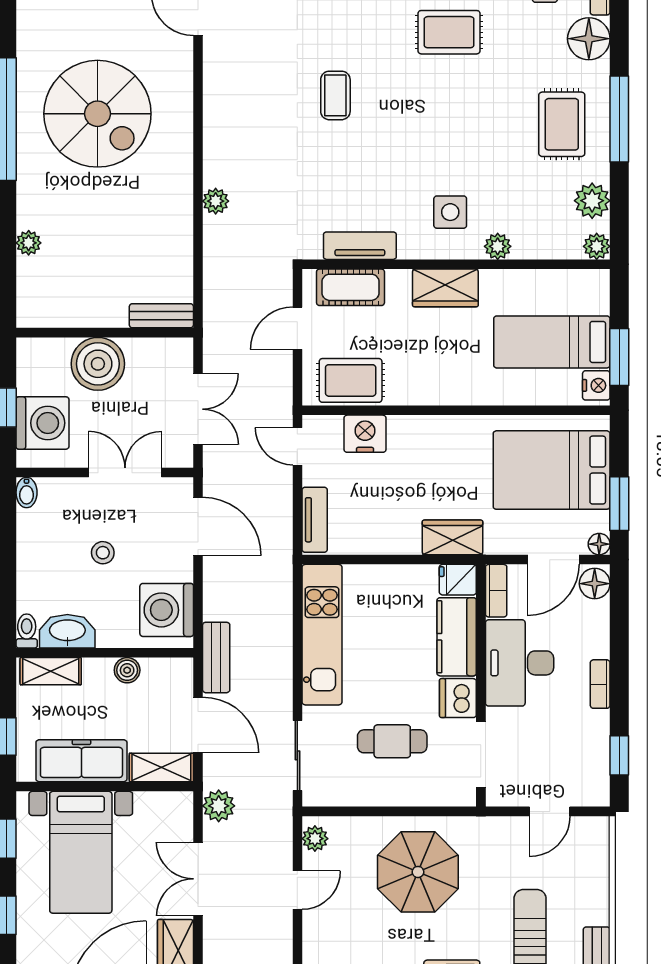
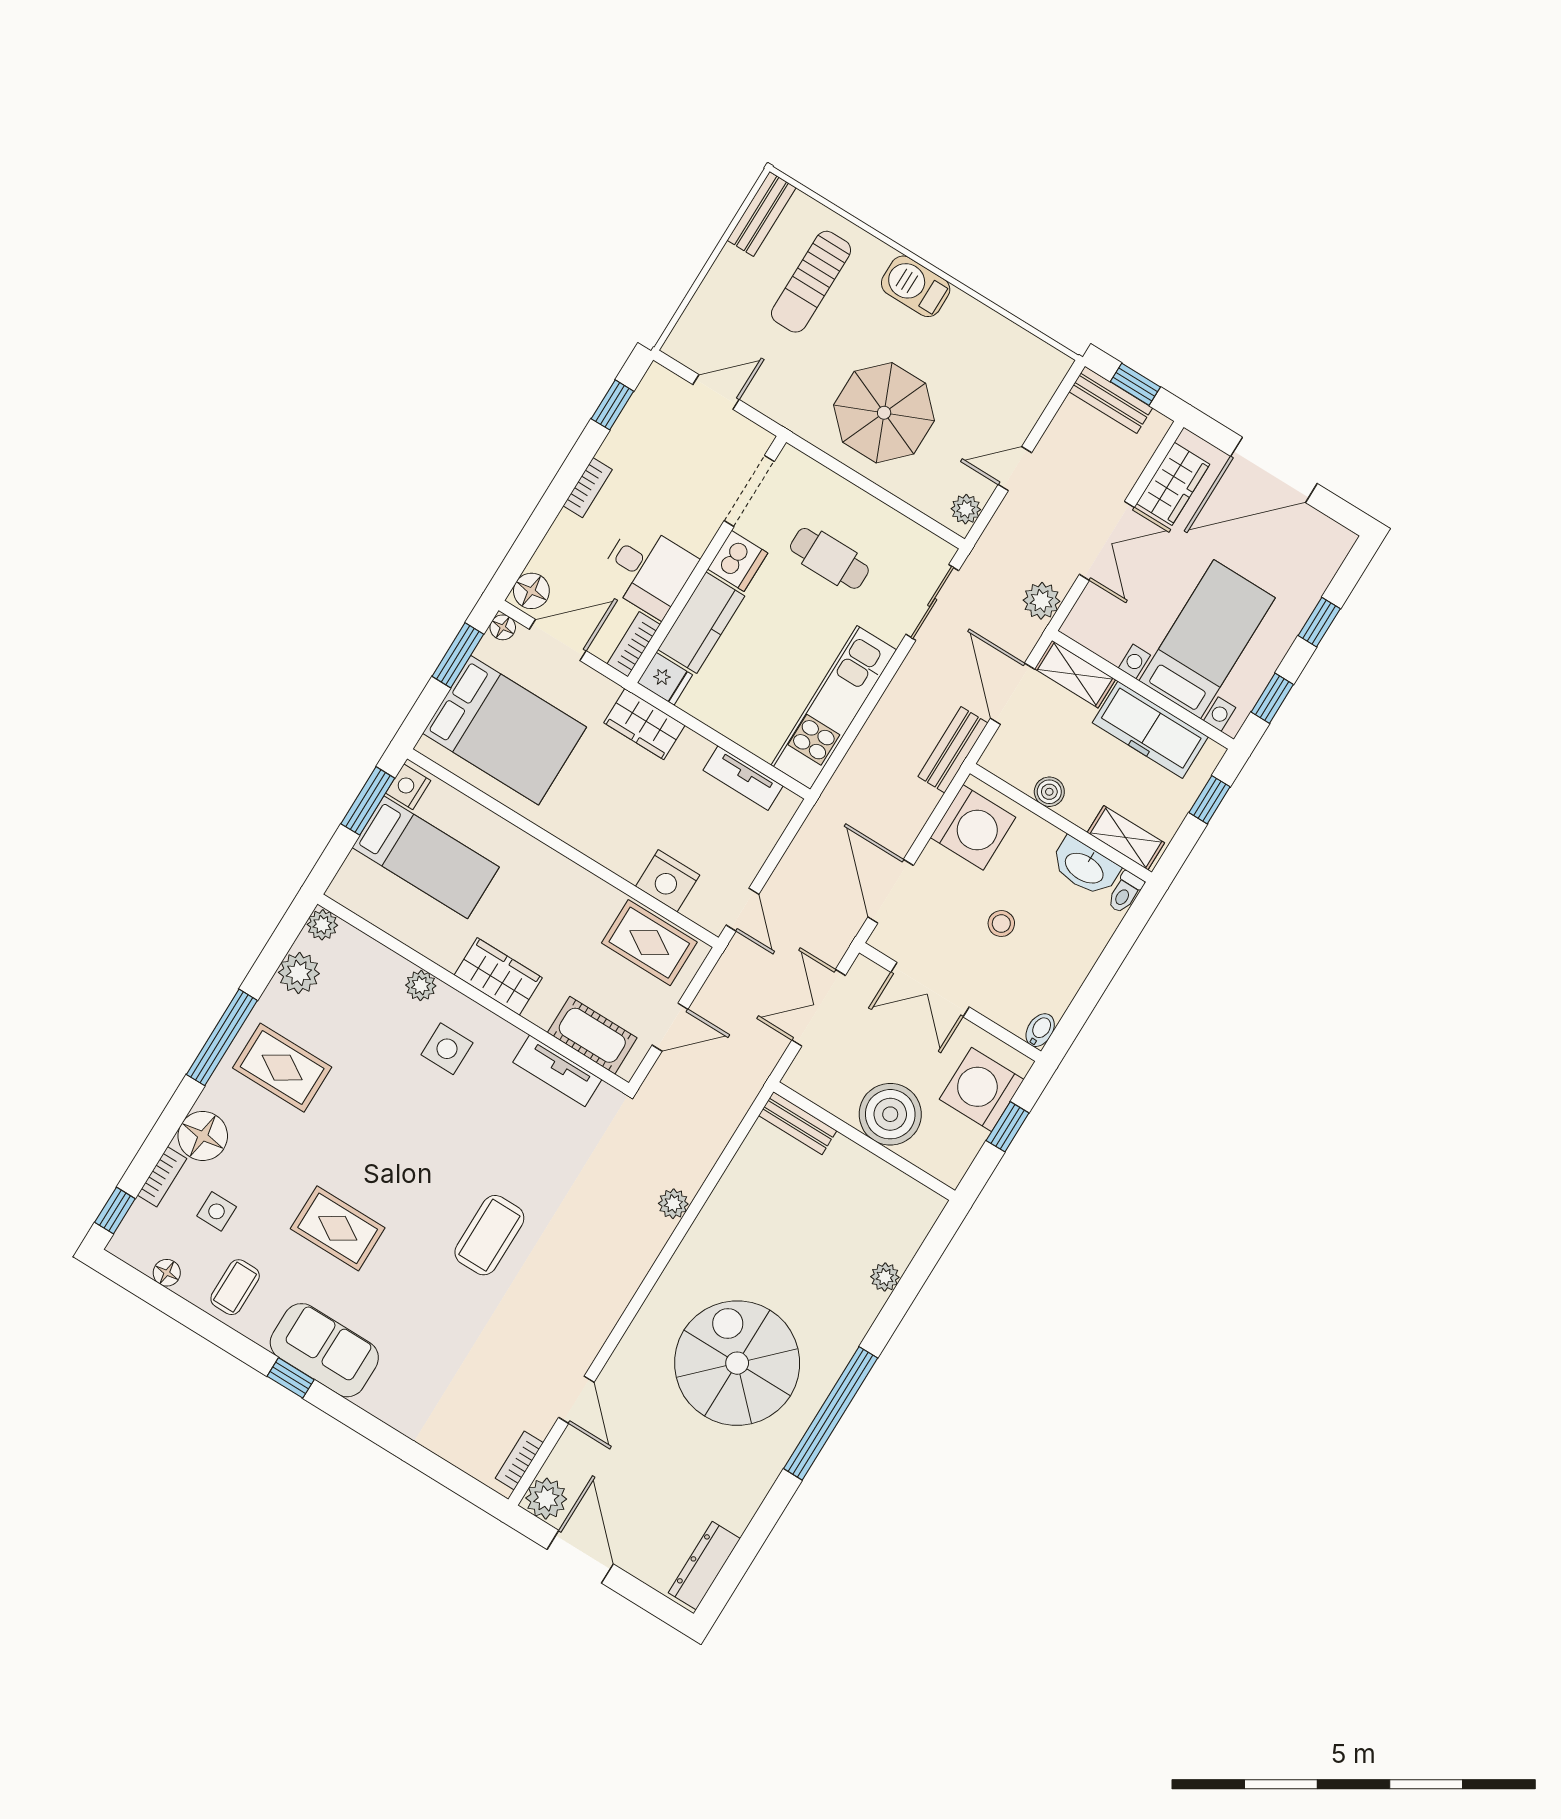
coffee table: (335, 95) -> (489, 1235), width x1.36, depth x1.30
rug: (562, 124) -> (282, 1068), turned 90
tv unit: (315, 520) -> (743, 778), moved, turned -90
desk: (520, 663) -> (648, 570), width x0.73

